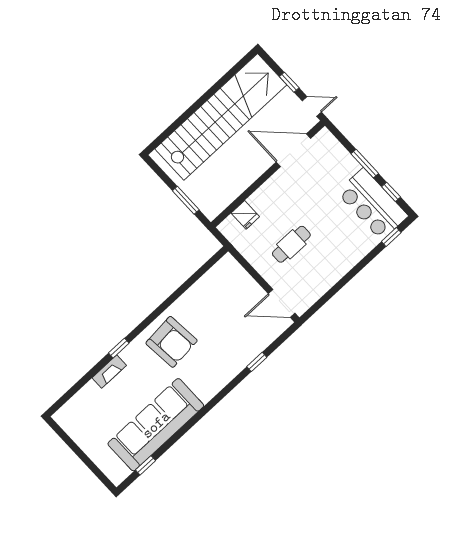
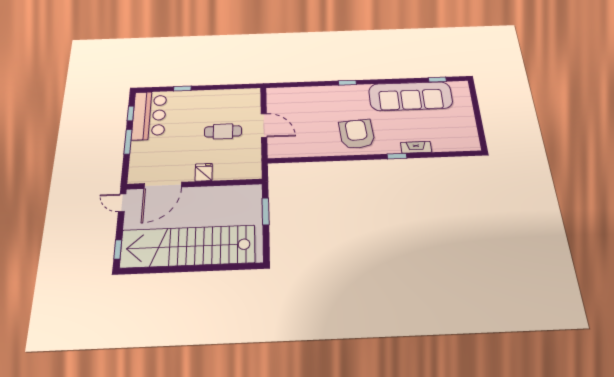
window: (289, 82) -> (118, 249), moved
door: (293, 150) -> (163, 185), hinge flipped
fridge: (245, 215) -> (204, 172), moved
window: (391, 237) -> (182, 88), moved
door: (282, 303) -> (264, 125), moved
window: (257, 362) -> (347, 83), moved

